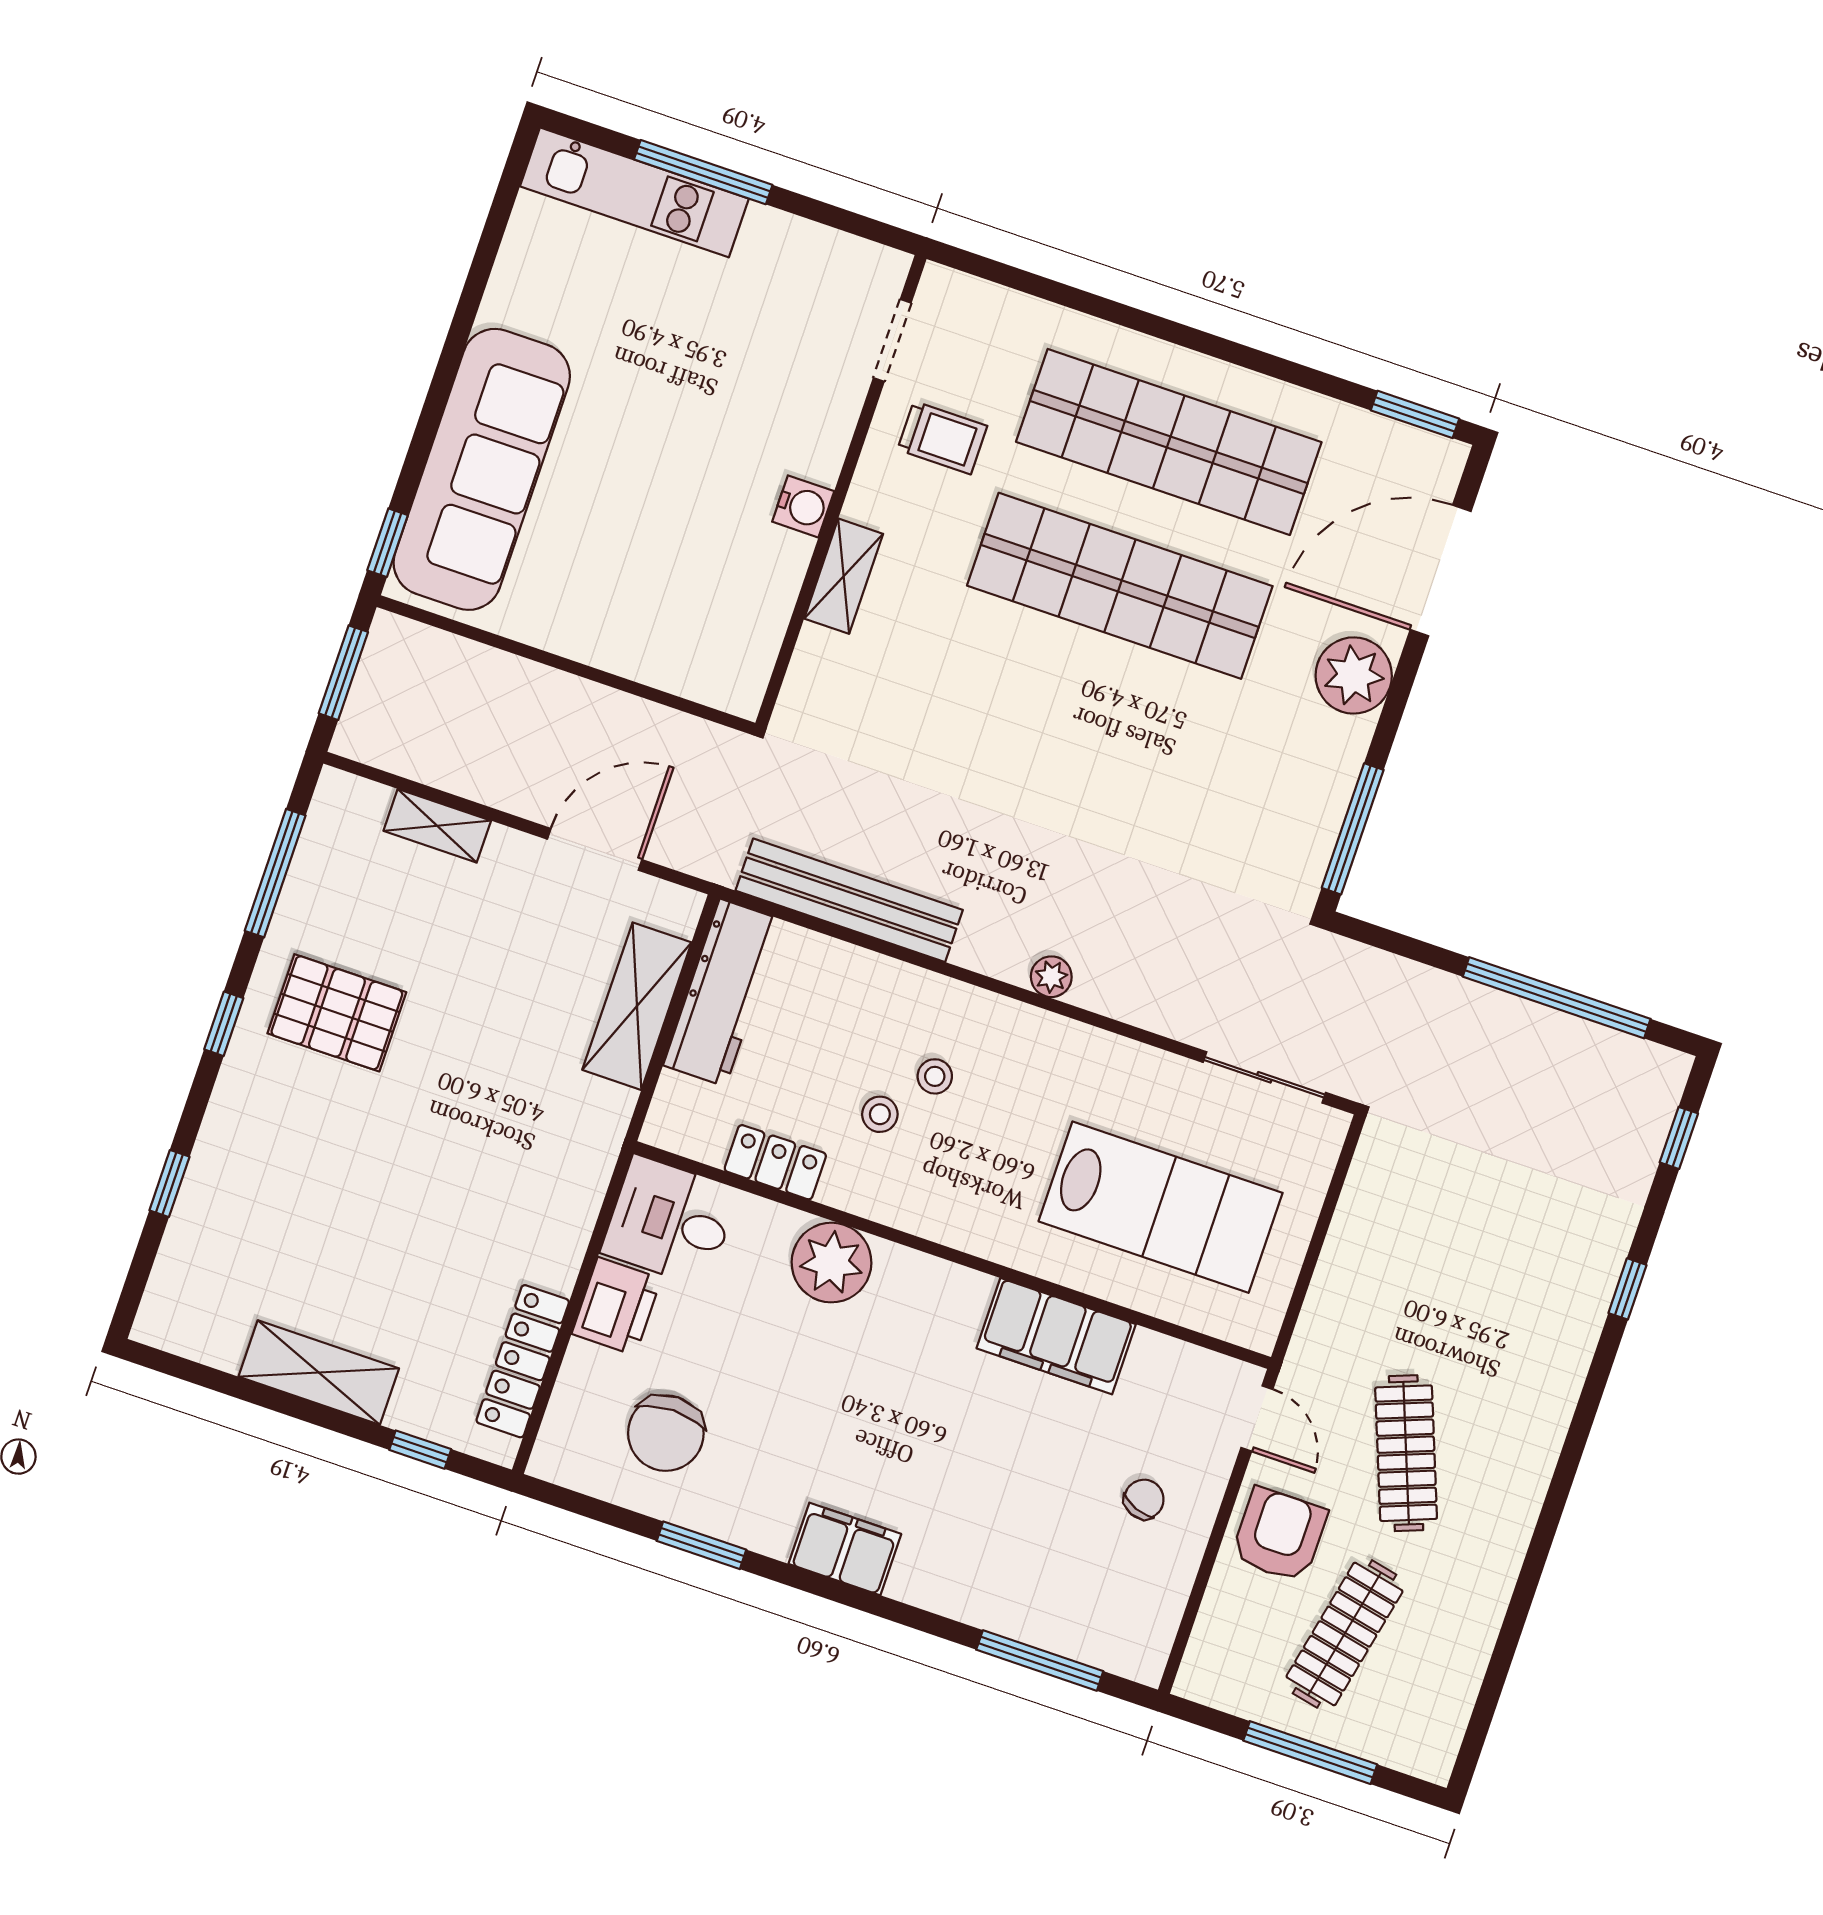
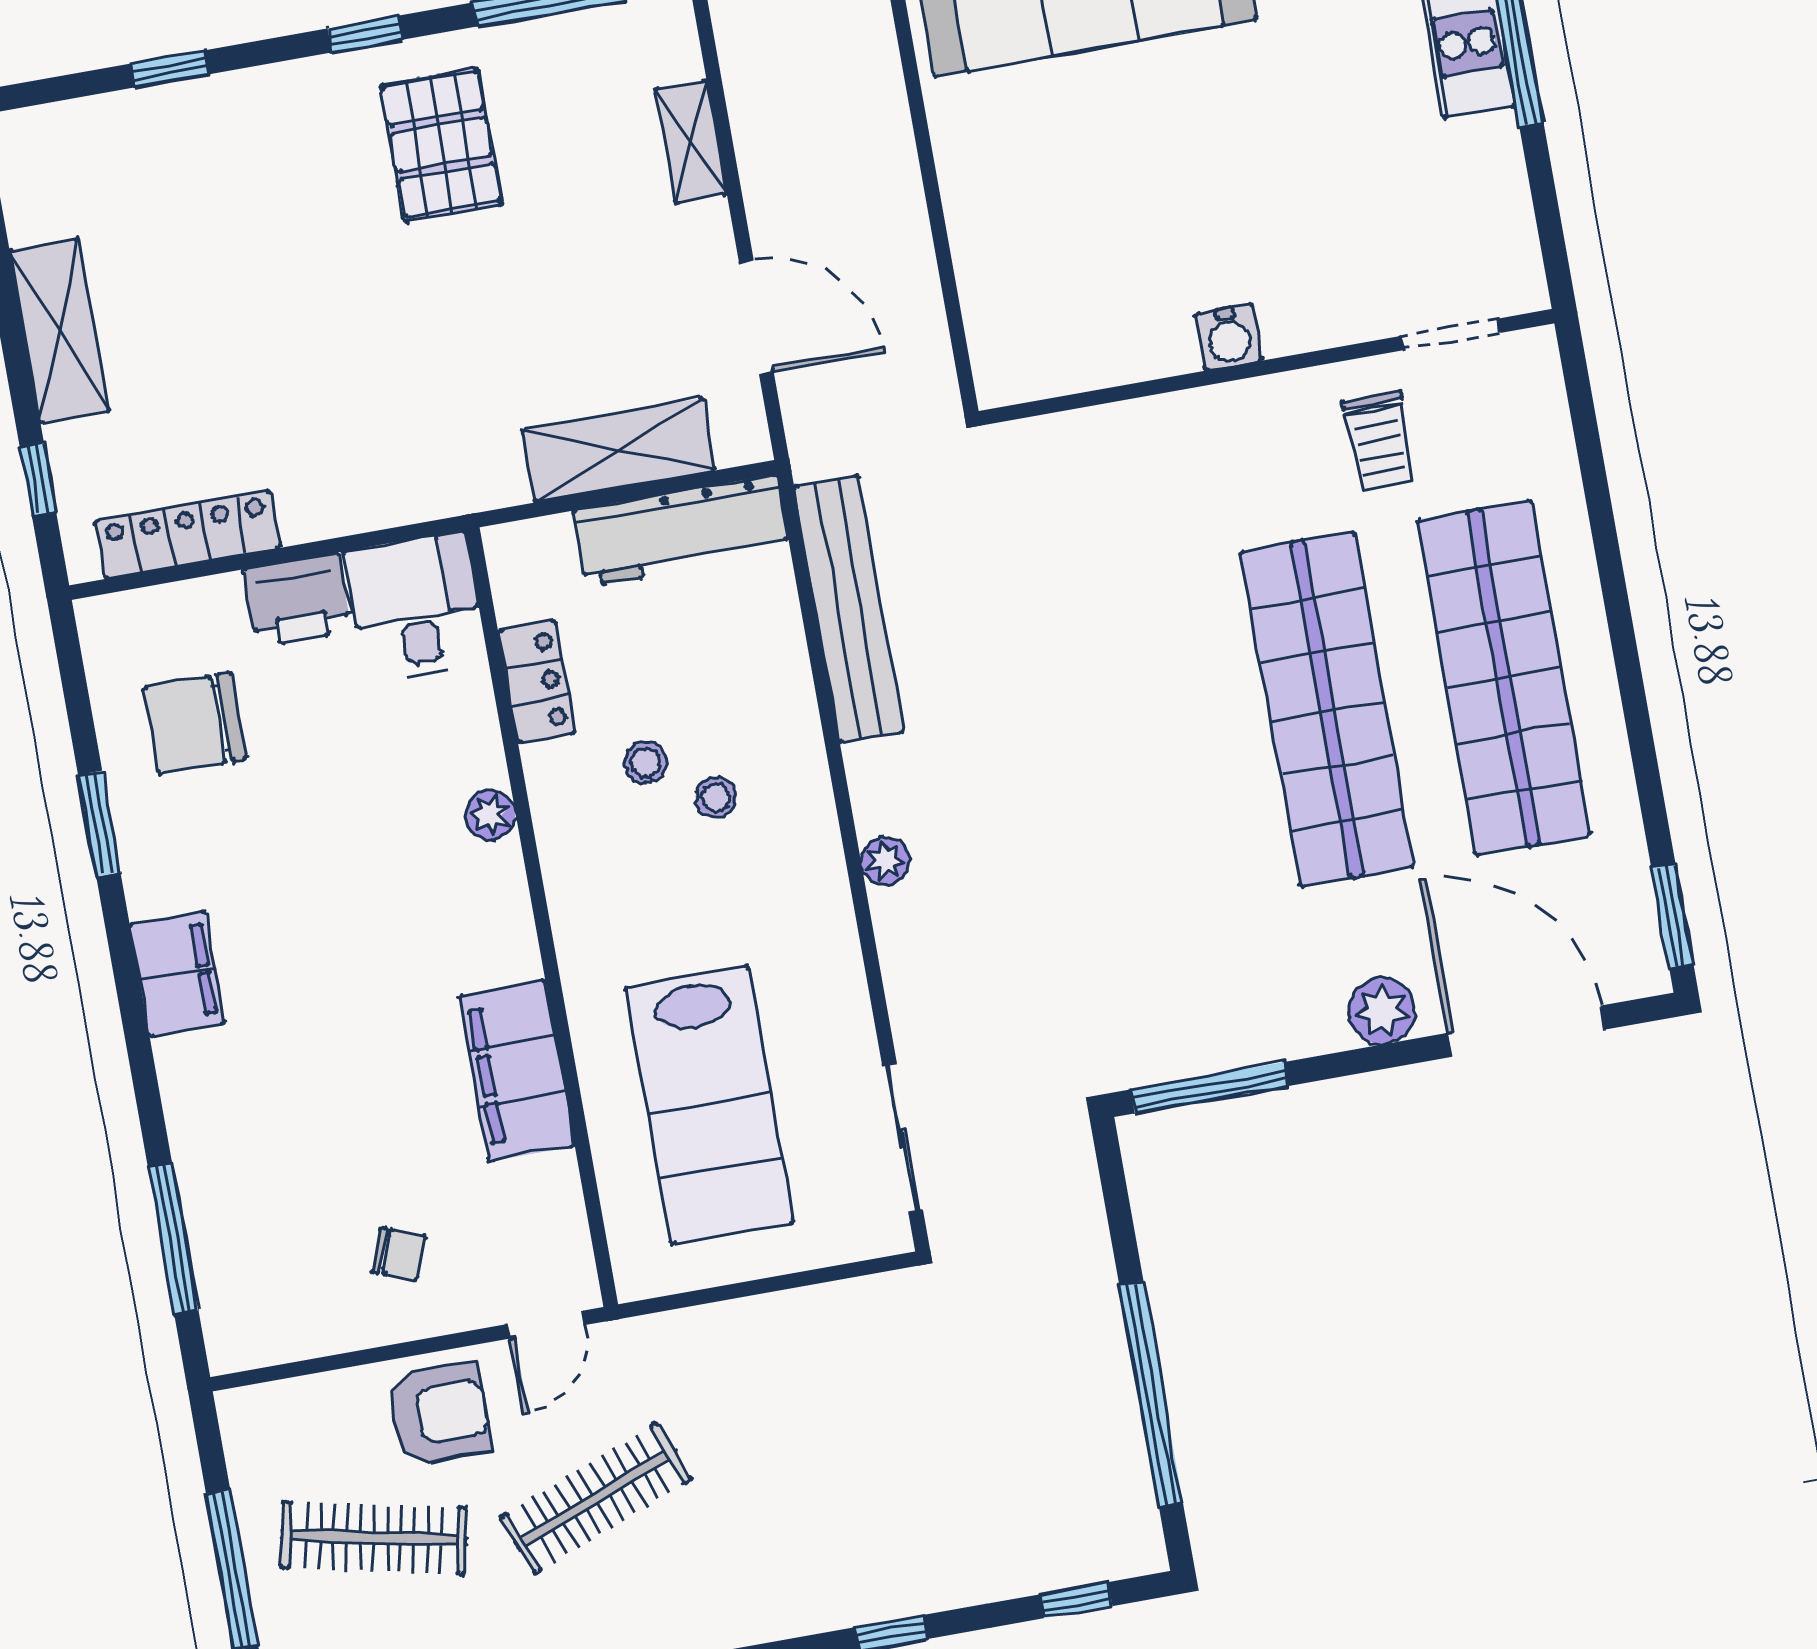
shelving: (844, 576) -> (1180, 419), removed
plant: (1354, 675) -> (1382, 1011), width x0.73, depth x0.73
plant: (832, 1263) -> (490, 815), width x0.53, depth x0.53

